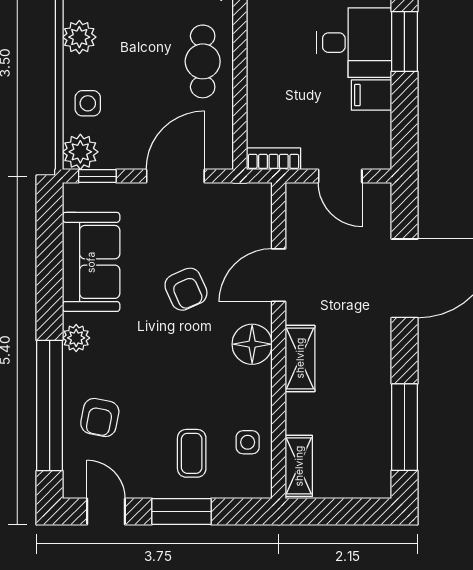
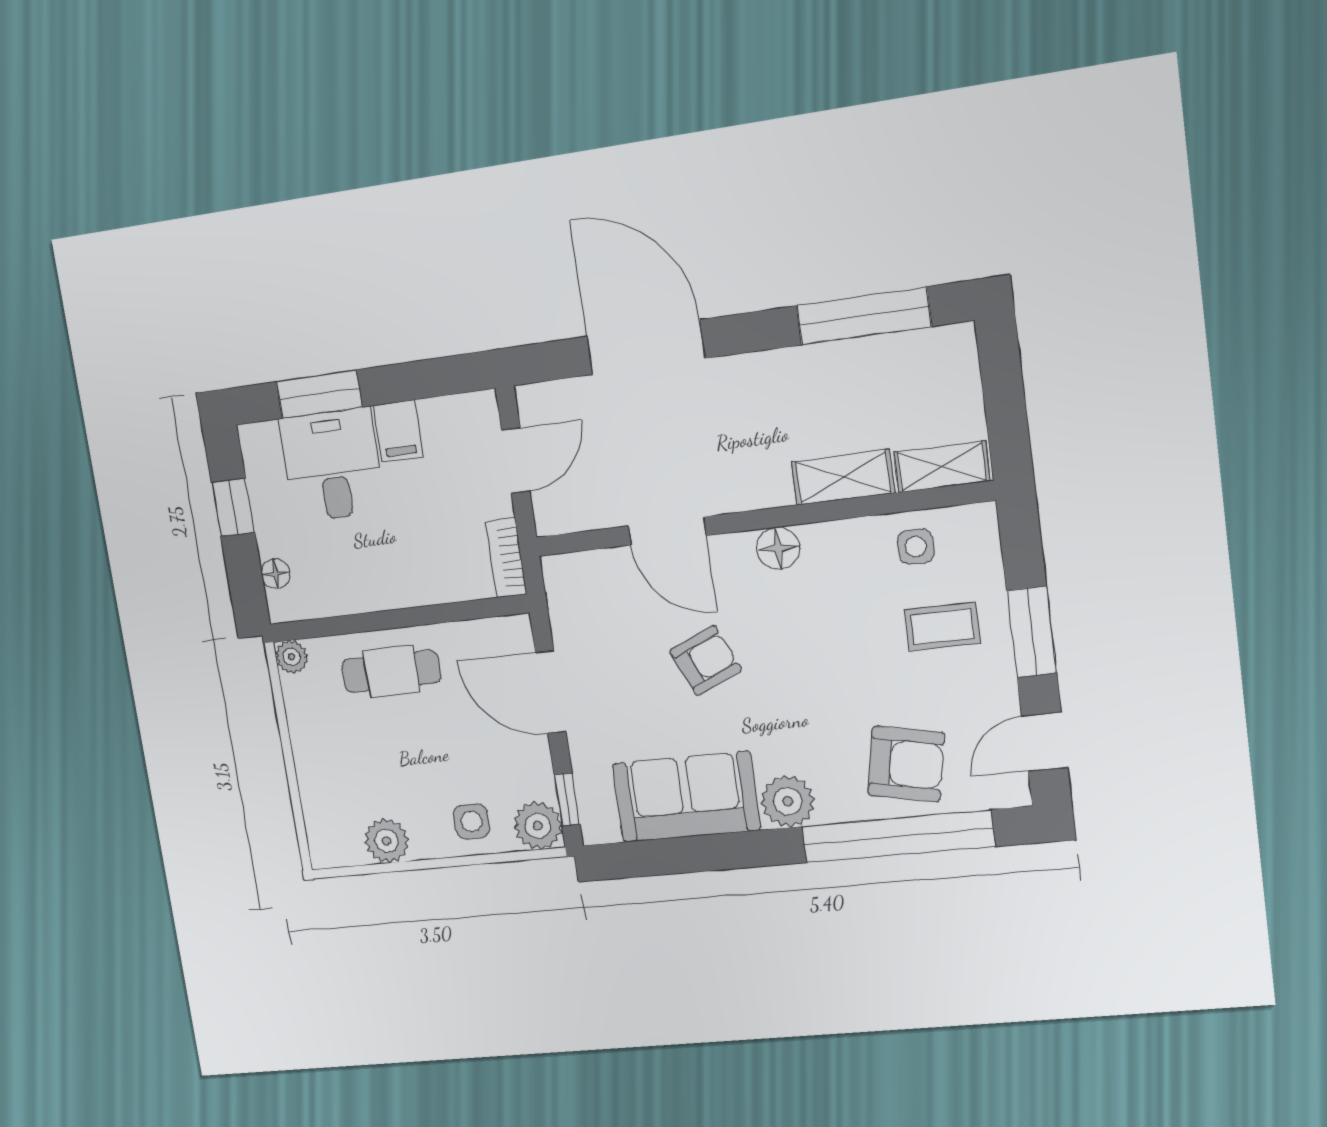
plant: (76, 338) -> (788, 801), width x1.38, depth x1.38
floor lamp: (252, 344) -> (778, 548), width x0.73, depth x0.73
shelving: (300, 358) -> (843, 477), moved
armchair: (100, 417) -> (906, 764), width x1.38, depth x1.38

